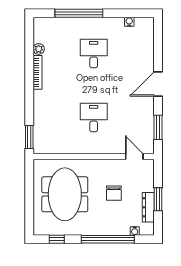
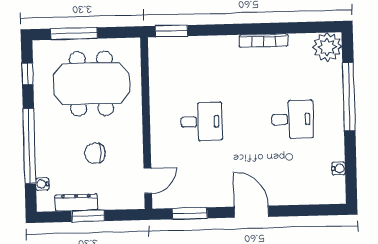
plant: (39, 49) -> (327, 47), moved, width x1.87, depth x1.87
window: (29, 206) -> (74, 34), added

